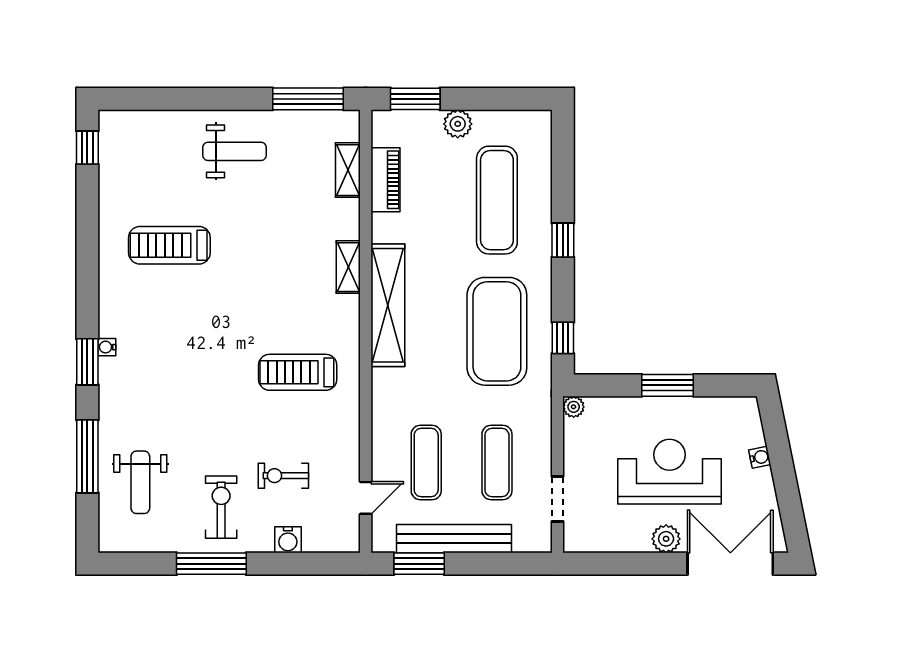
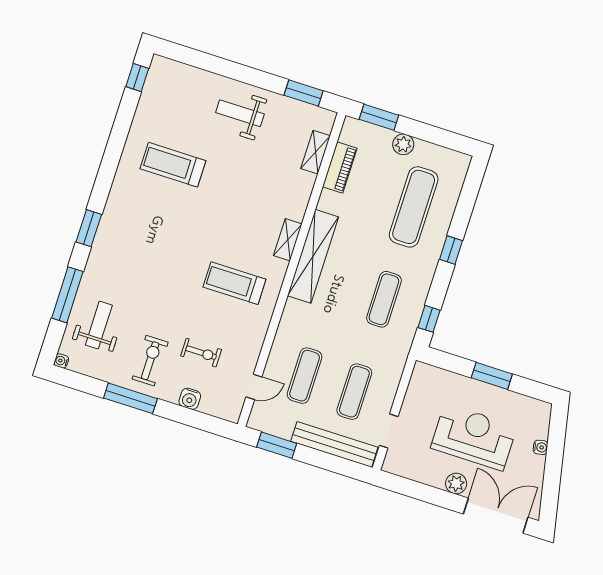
window: (308, 99) -> (304, 93), width x0.69
weight bench: (234, 151) -> (240, 113), turned 180
shelving: (348, 267) -> (288, 240), moved
exercise mat: (497, 331) -> (384, 299), width x0.50, depth x0.69
water cooler: (107, 347) -> (61, 361), moved
plant: (574, 407) -> (421, 370), removed
exercise bike: (283, 476) -> (201, 353), turned 180
weight bench: (140, 482) -> (99, 325), turned 180
bench: (454, 539) -> (334, 444), moved

